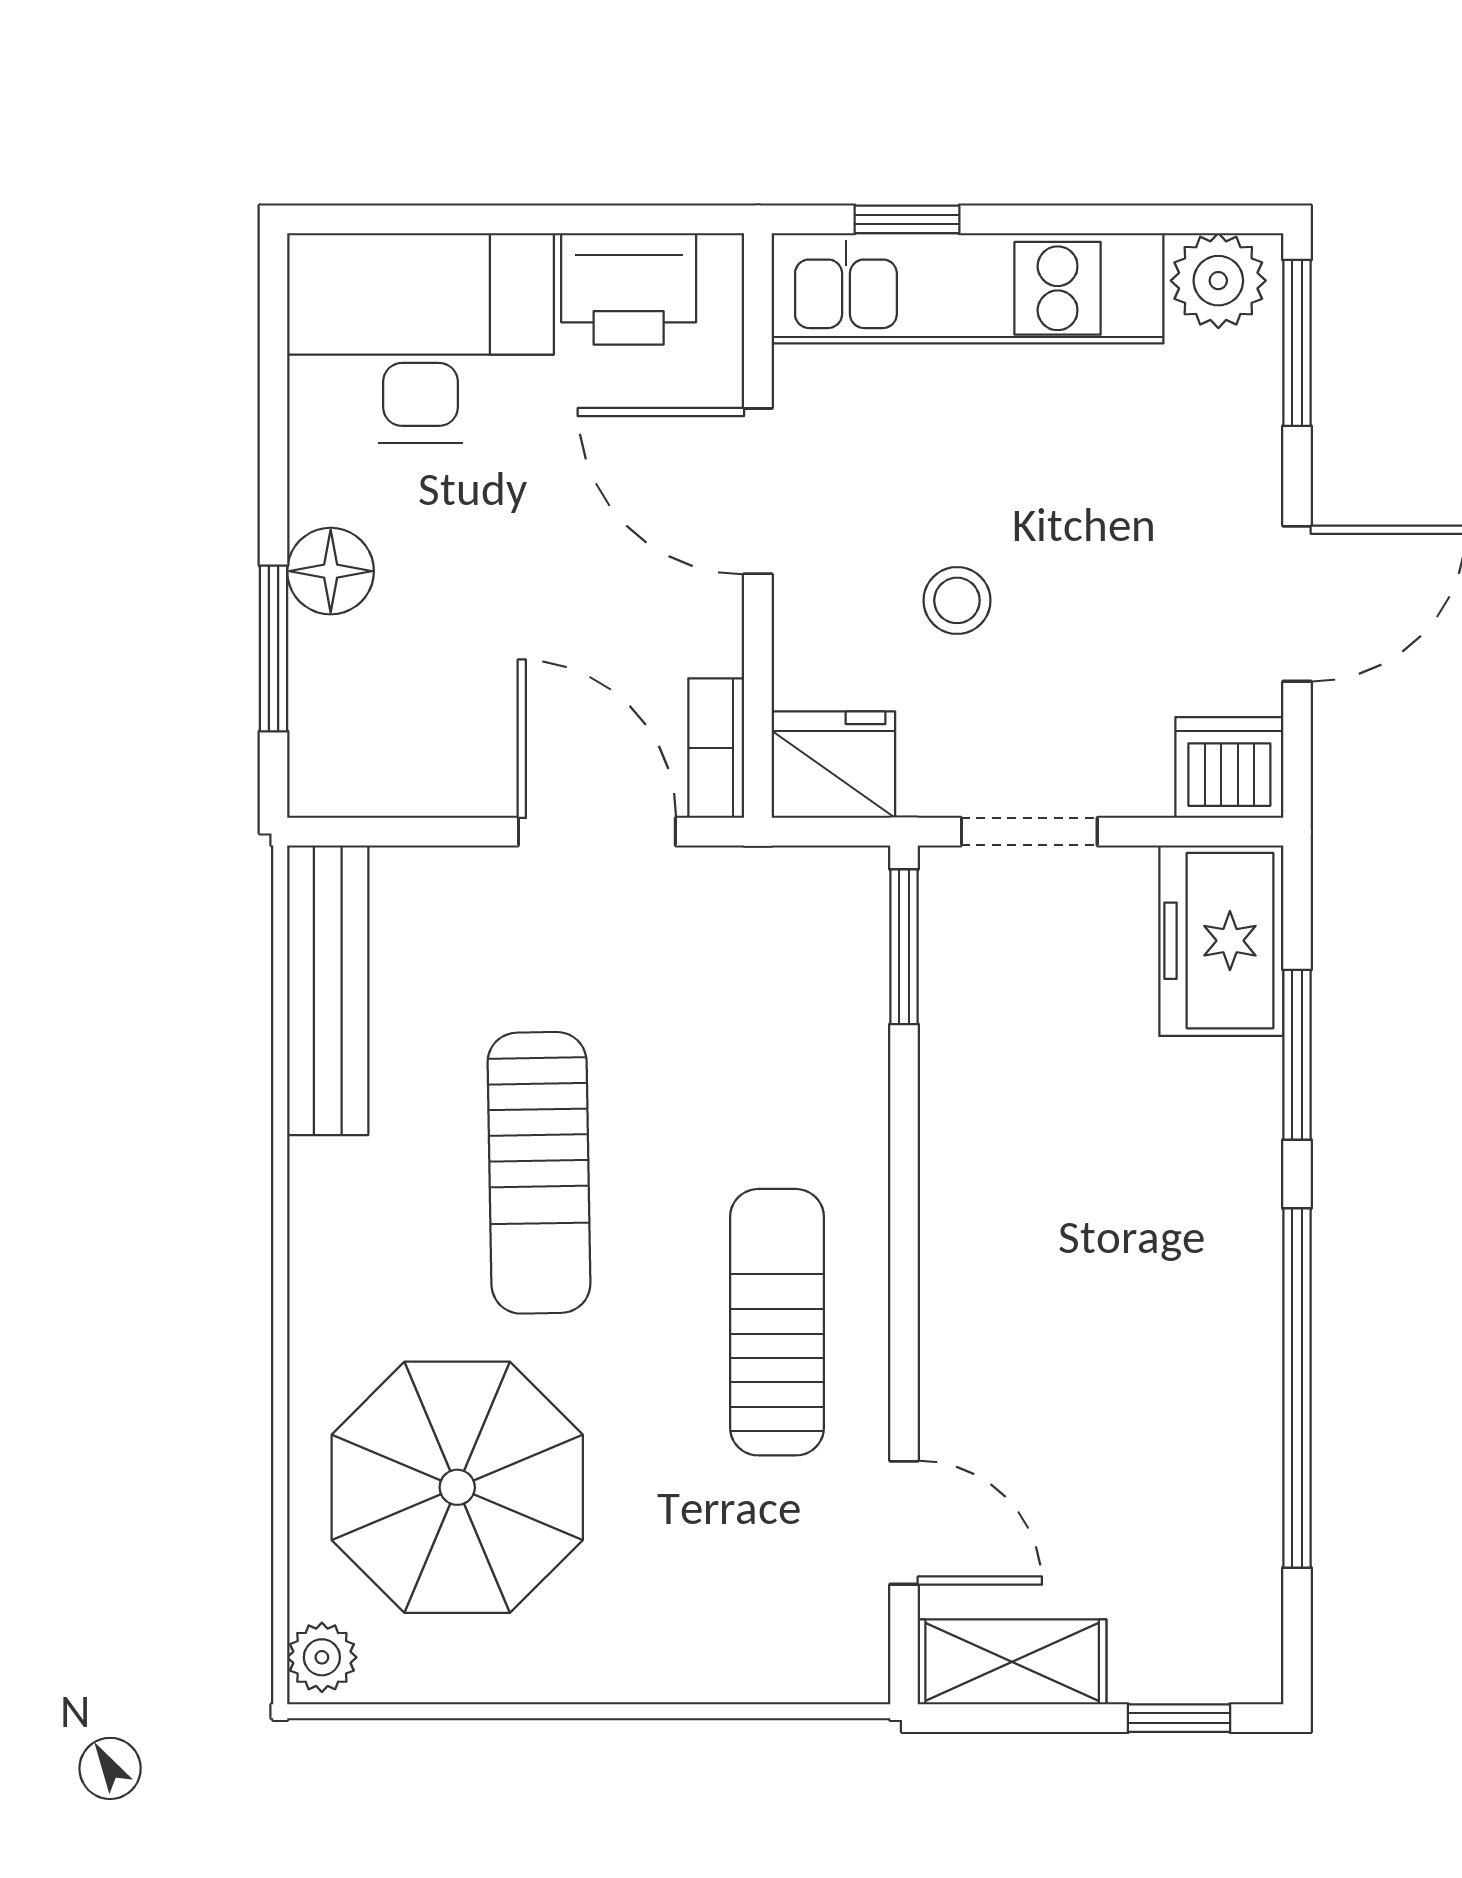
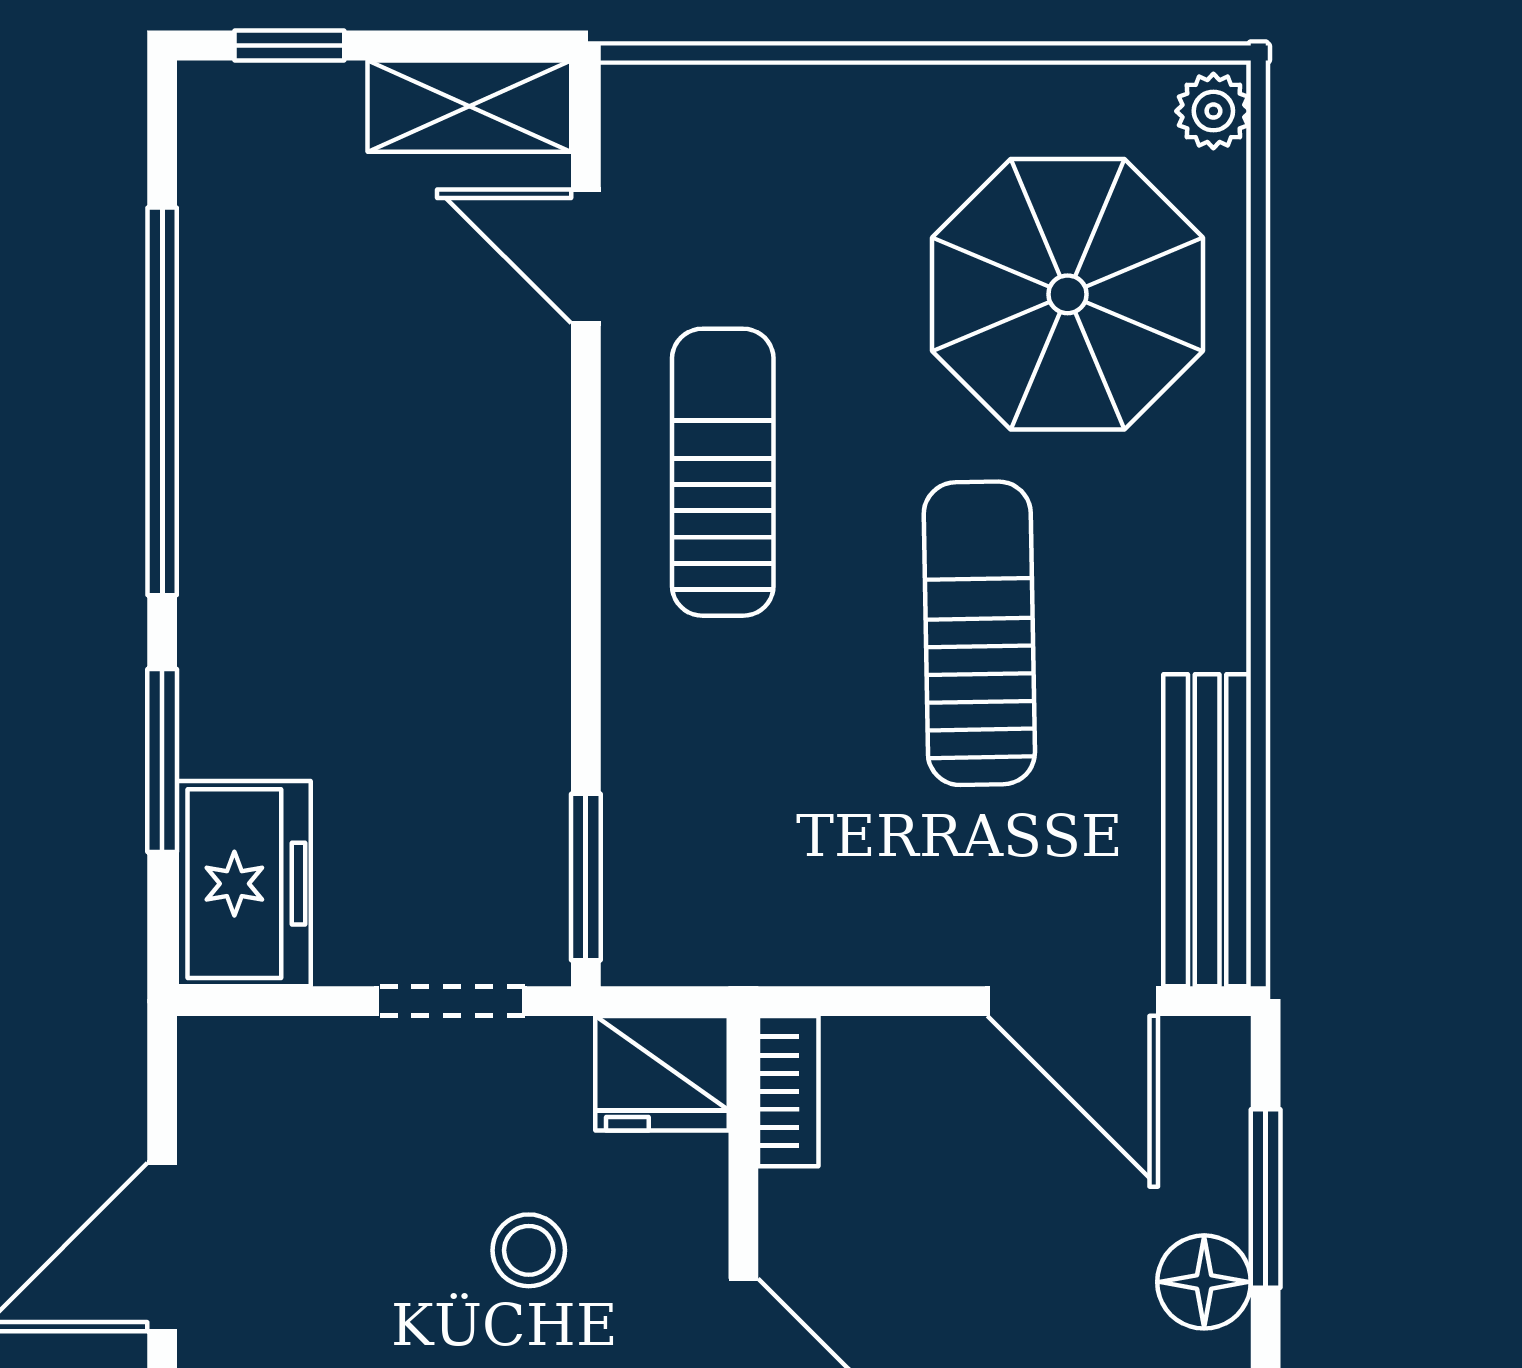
dishwasher: (1229, 767) -> (235, 1070), removed
door: (597, 832) -> (1073, 1001), moved
sun lounger: (777, 1322) -> (723, 472), turned 180

